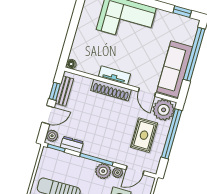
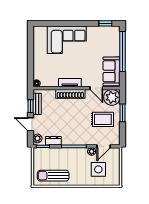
sofa: (175, 69) -> (112, 71), width x0.73
door: (48, 115) -> (30, 124), swing flipped
window: (172, 134) -> (122, 113), width x0.47
rug: (144, 135) -> (103, 119), turned 90
plant: (103, 171) -> (81, 153), removed

